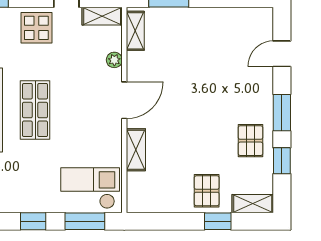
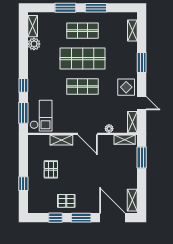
door: (282, 54) -> (112, 218), width x1.88
pallet: (207, 191) -> (51, 169), moved, turned 90
shelving: (253, 204) -> (132, 200), moved

